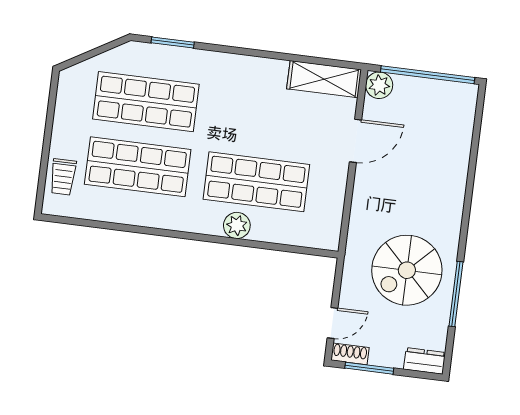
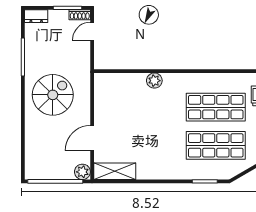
shop shelf: (256, 182) -> (146, 107), removed
spiral stairs: (407, 270) -> (53, 95), moved

